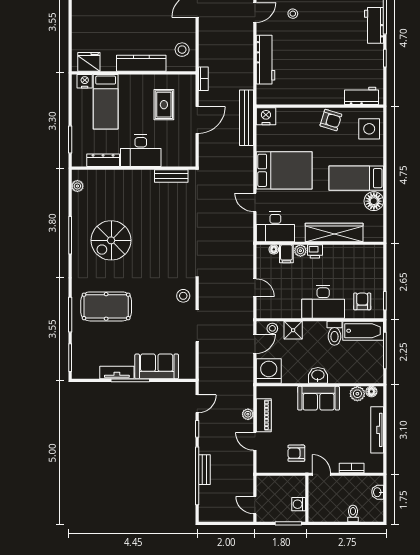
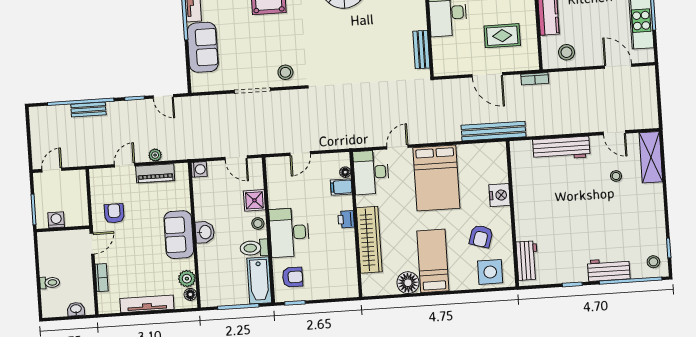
nightstand: (266, 116) -> (500, 195), moved
armchair: (331, 120) -> (481, 236), moved
plant: (300, 251) -> (346, 203), removed
stool: (272, 328) -> (258, 223), moved
washing machine: (269, 371) -> (199, 169), width x0.53, depth x0.53

